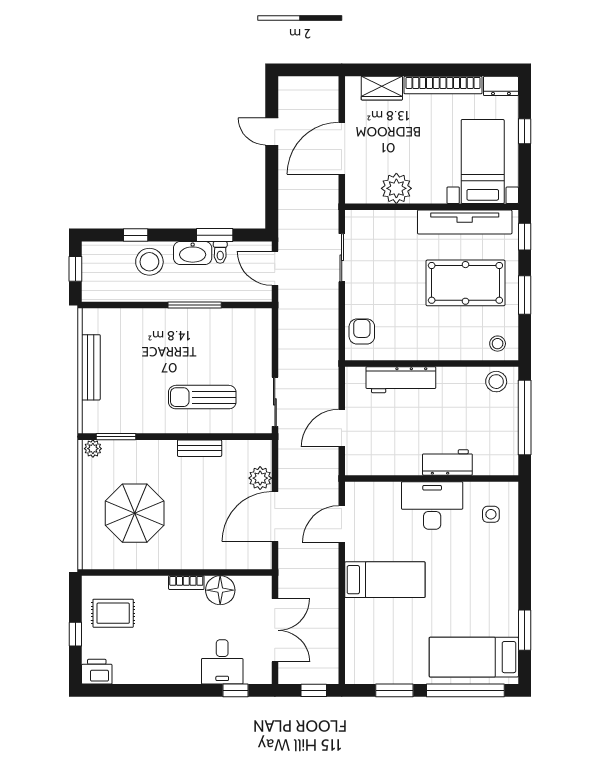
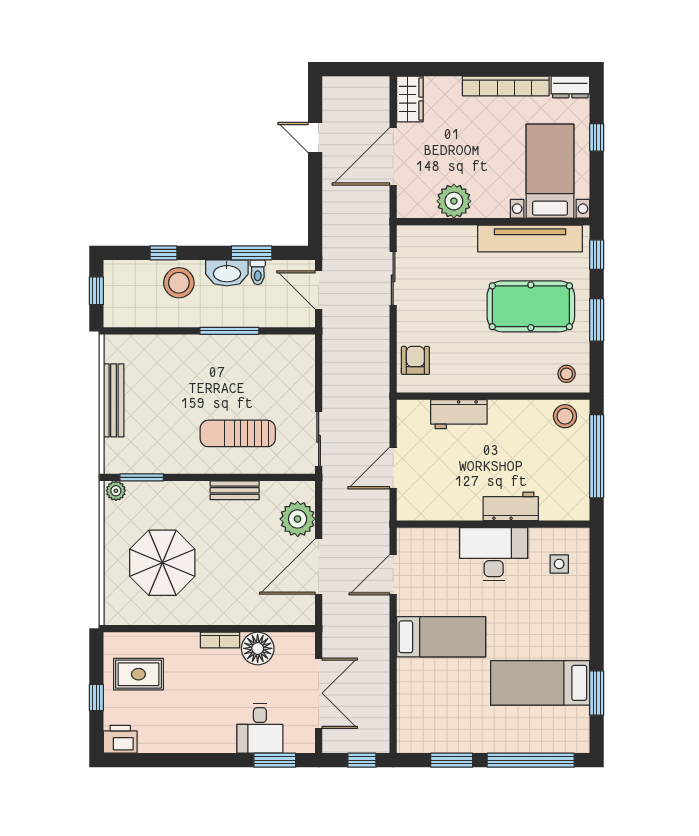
wardrobe: (382, 88) -> (410, 99), moved, turned -90
workbench: (401, 380) -> (459, 414), width x0.73
plant: (260, 478) -> (298, 519), width x1.36, depth x1.36
bed: (474, 657) -> (540, 683), moved
window: (235, 690) -> (275, 760), width x1.50

